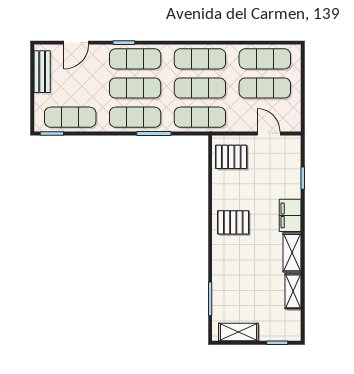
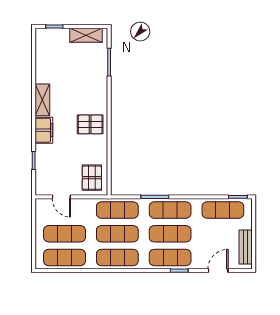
pallet: (231, 157) -> (92, 178), turned 90
shelving: (293, 291) -> (42, 68), removed

